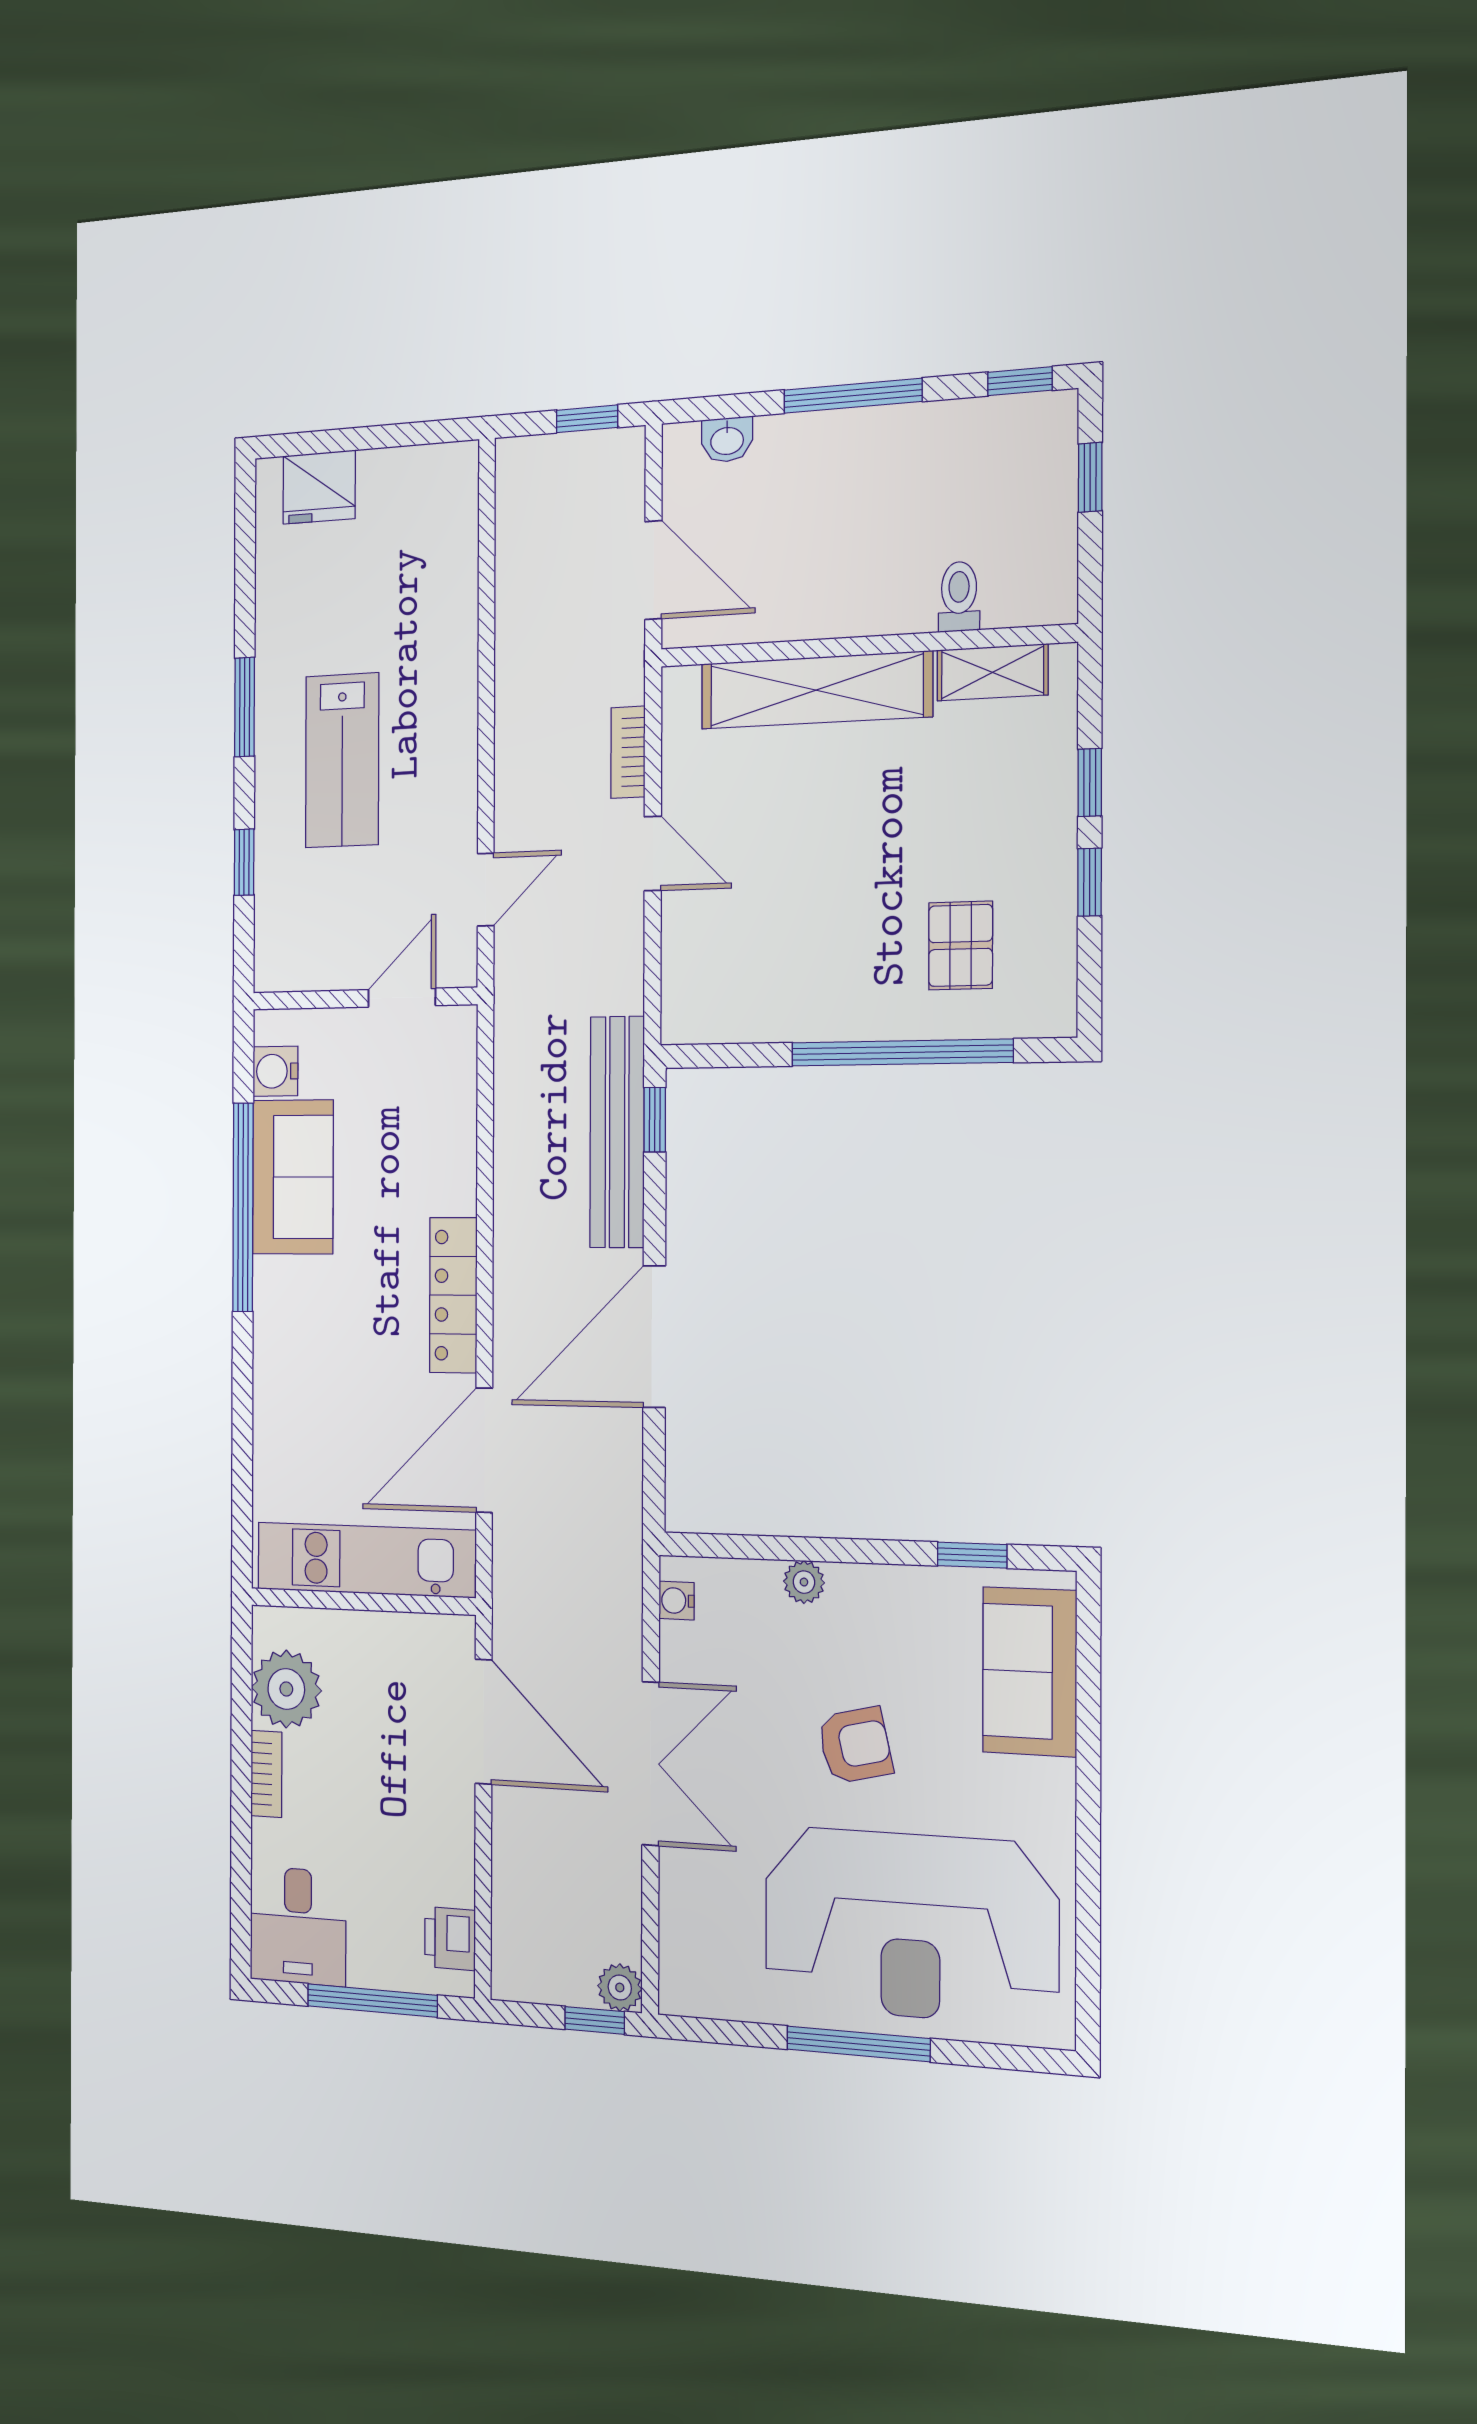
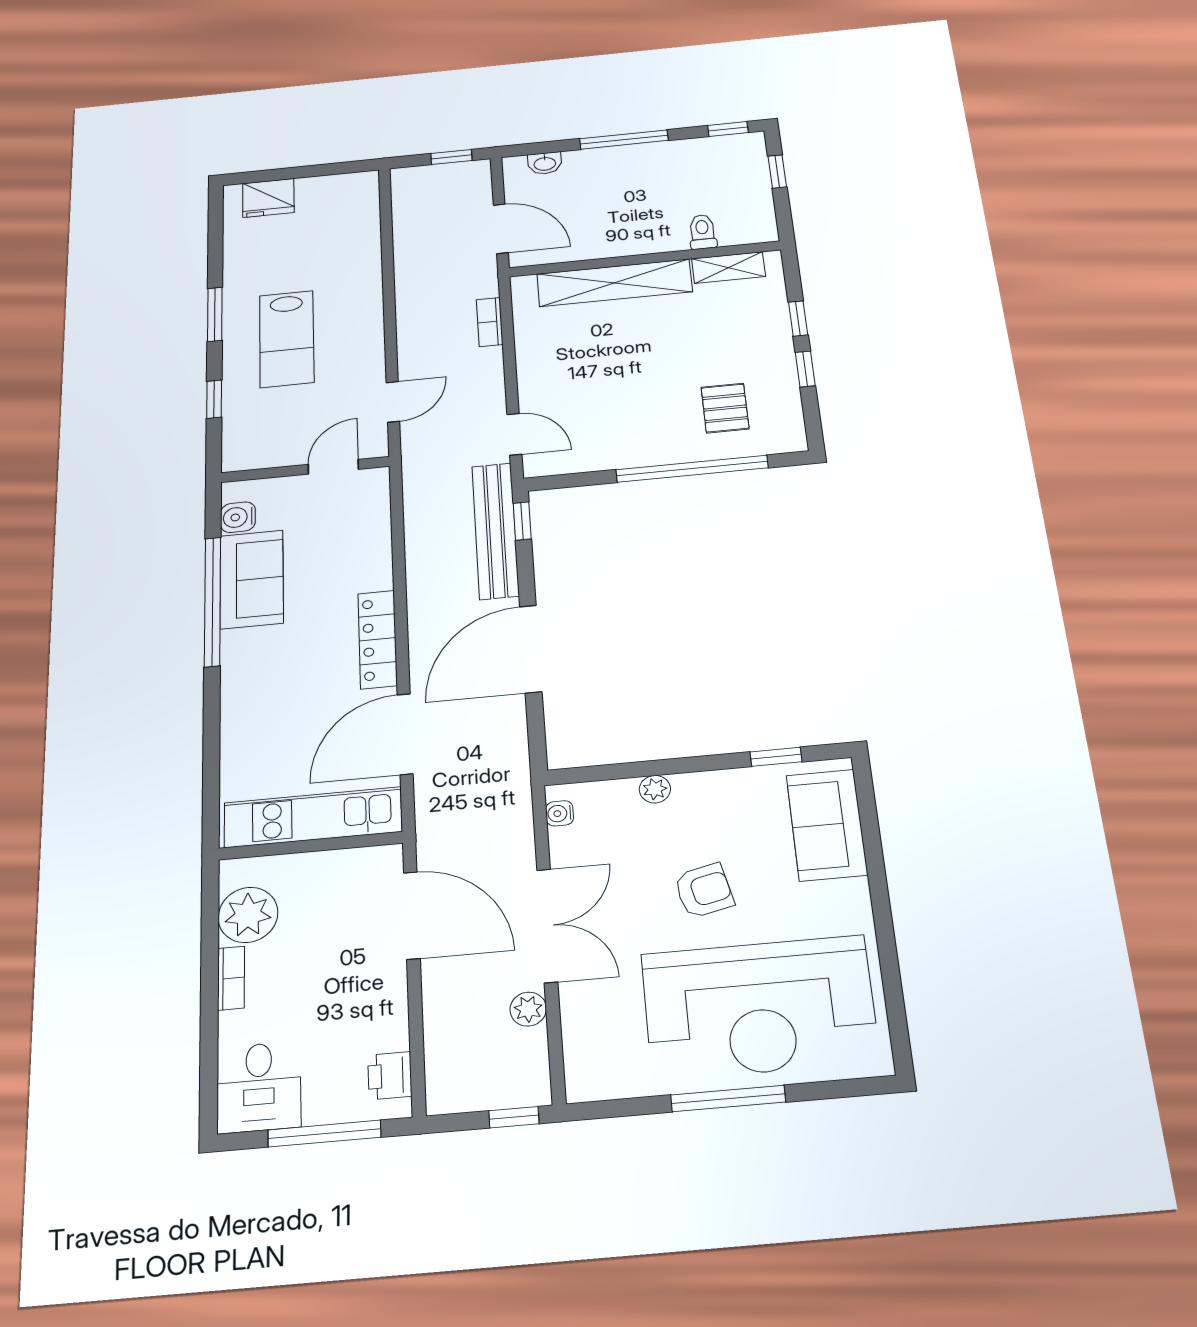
door: (653, 853) -> (514, 434), moved
plant: (620, 1988) -> (528, 1009), moved

